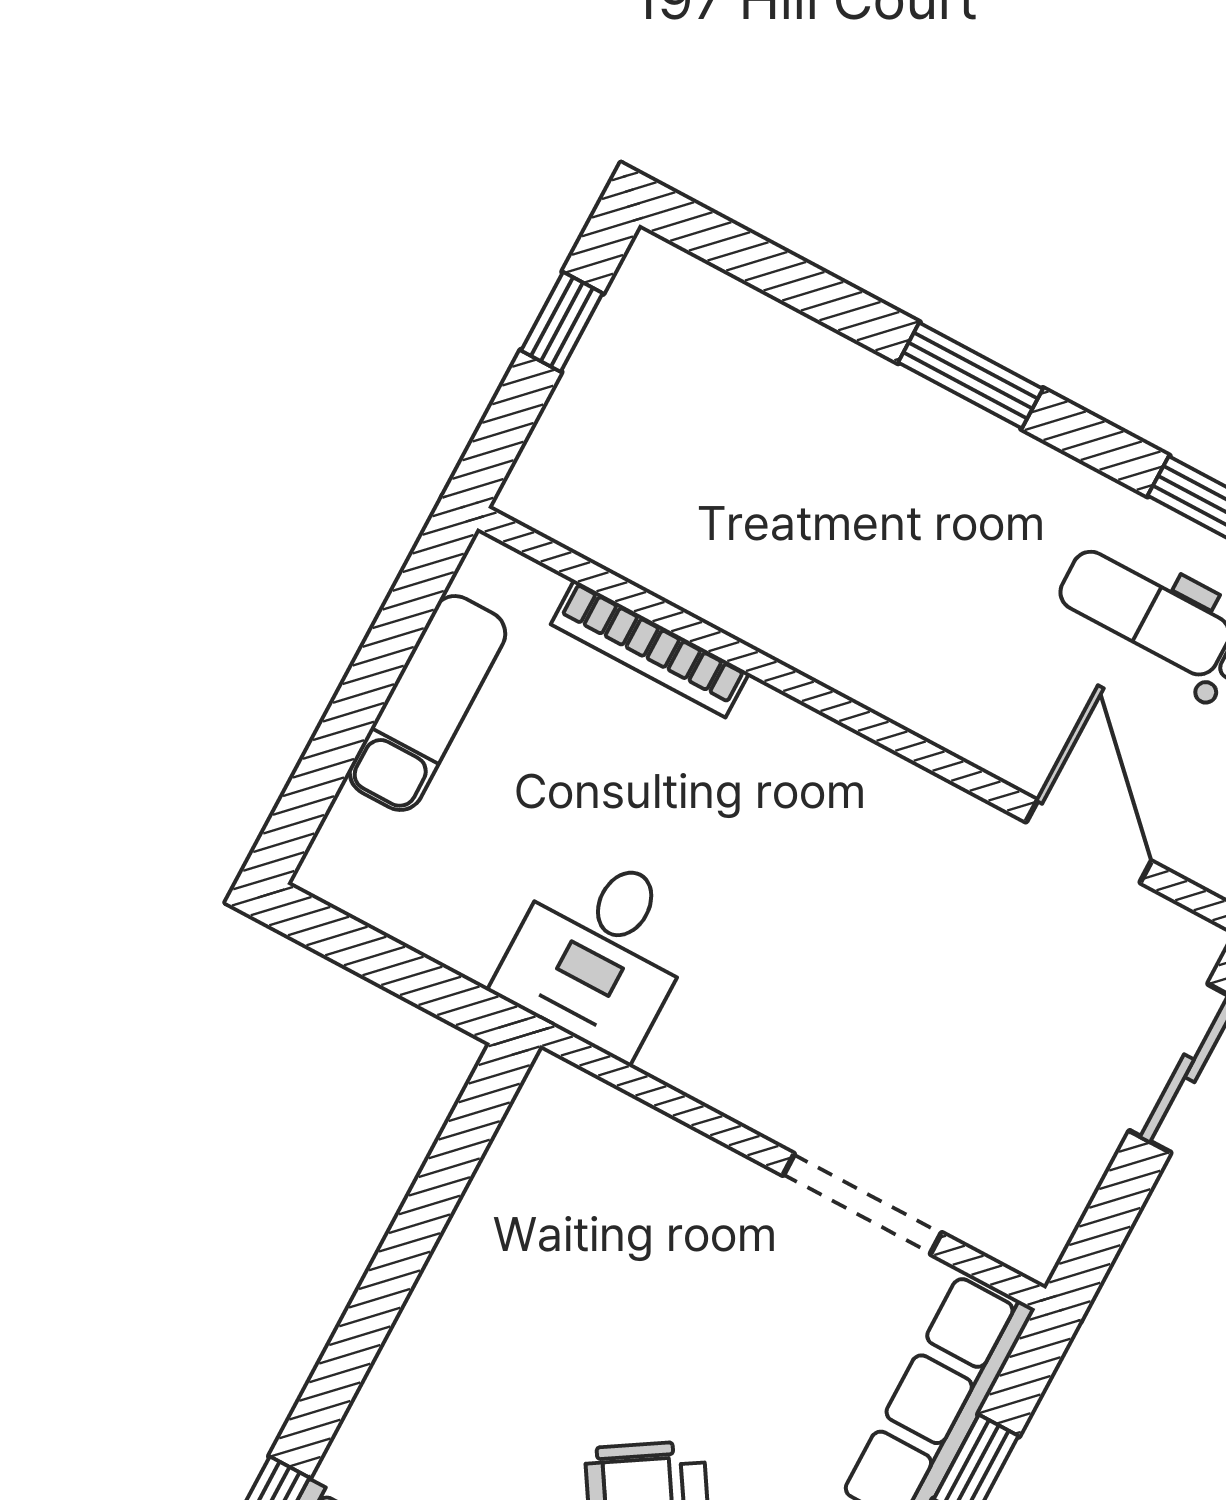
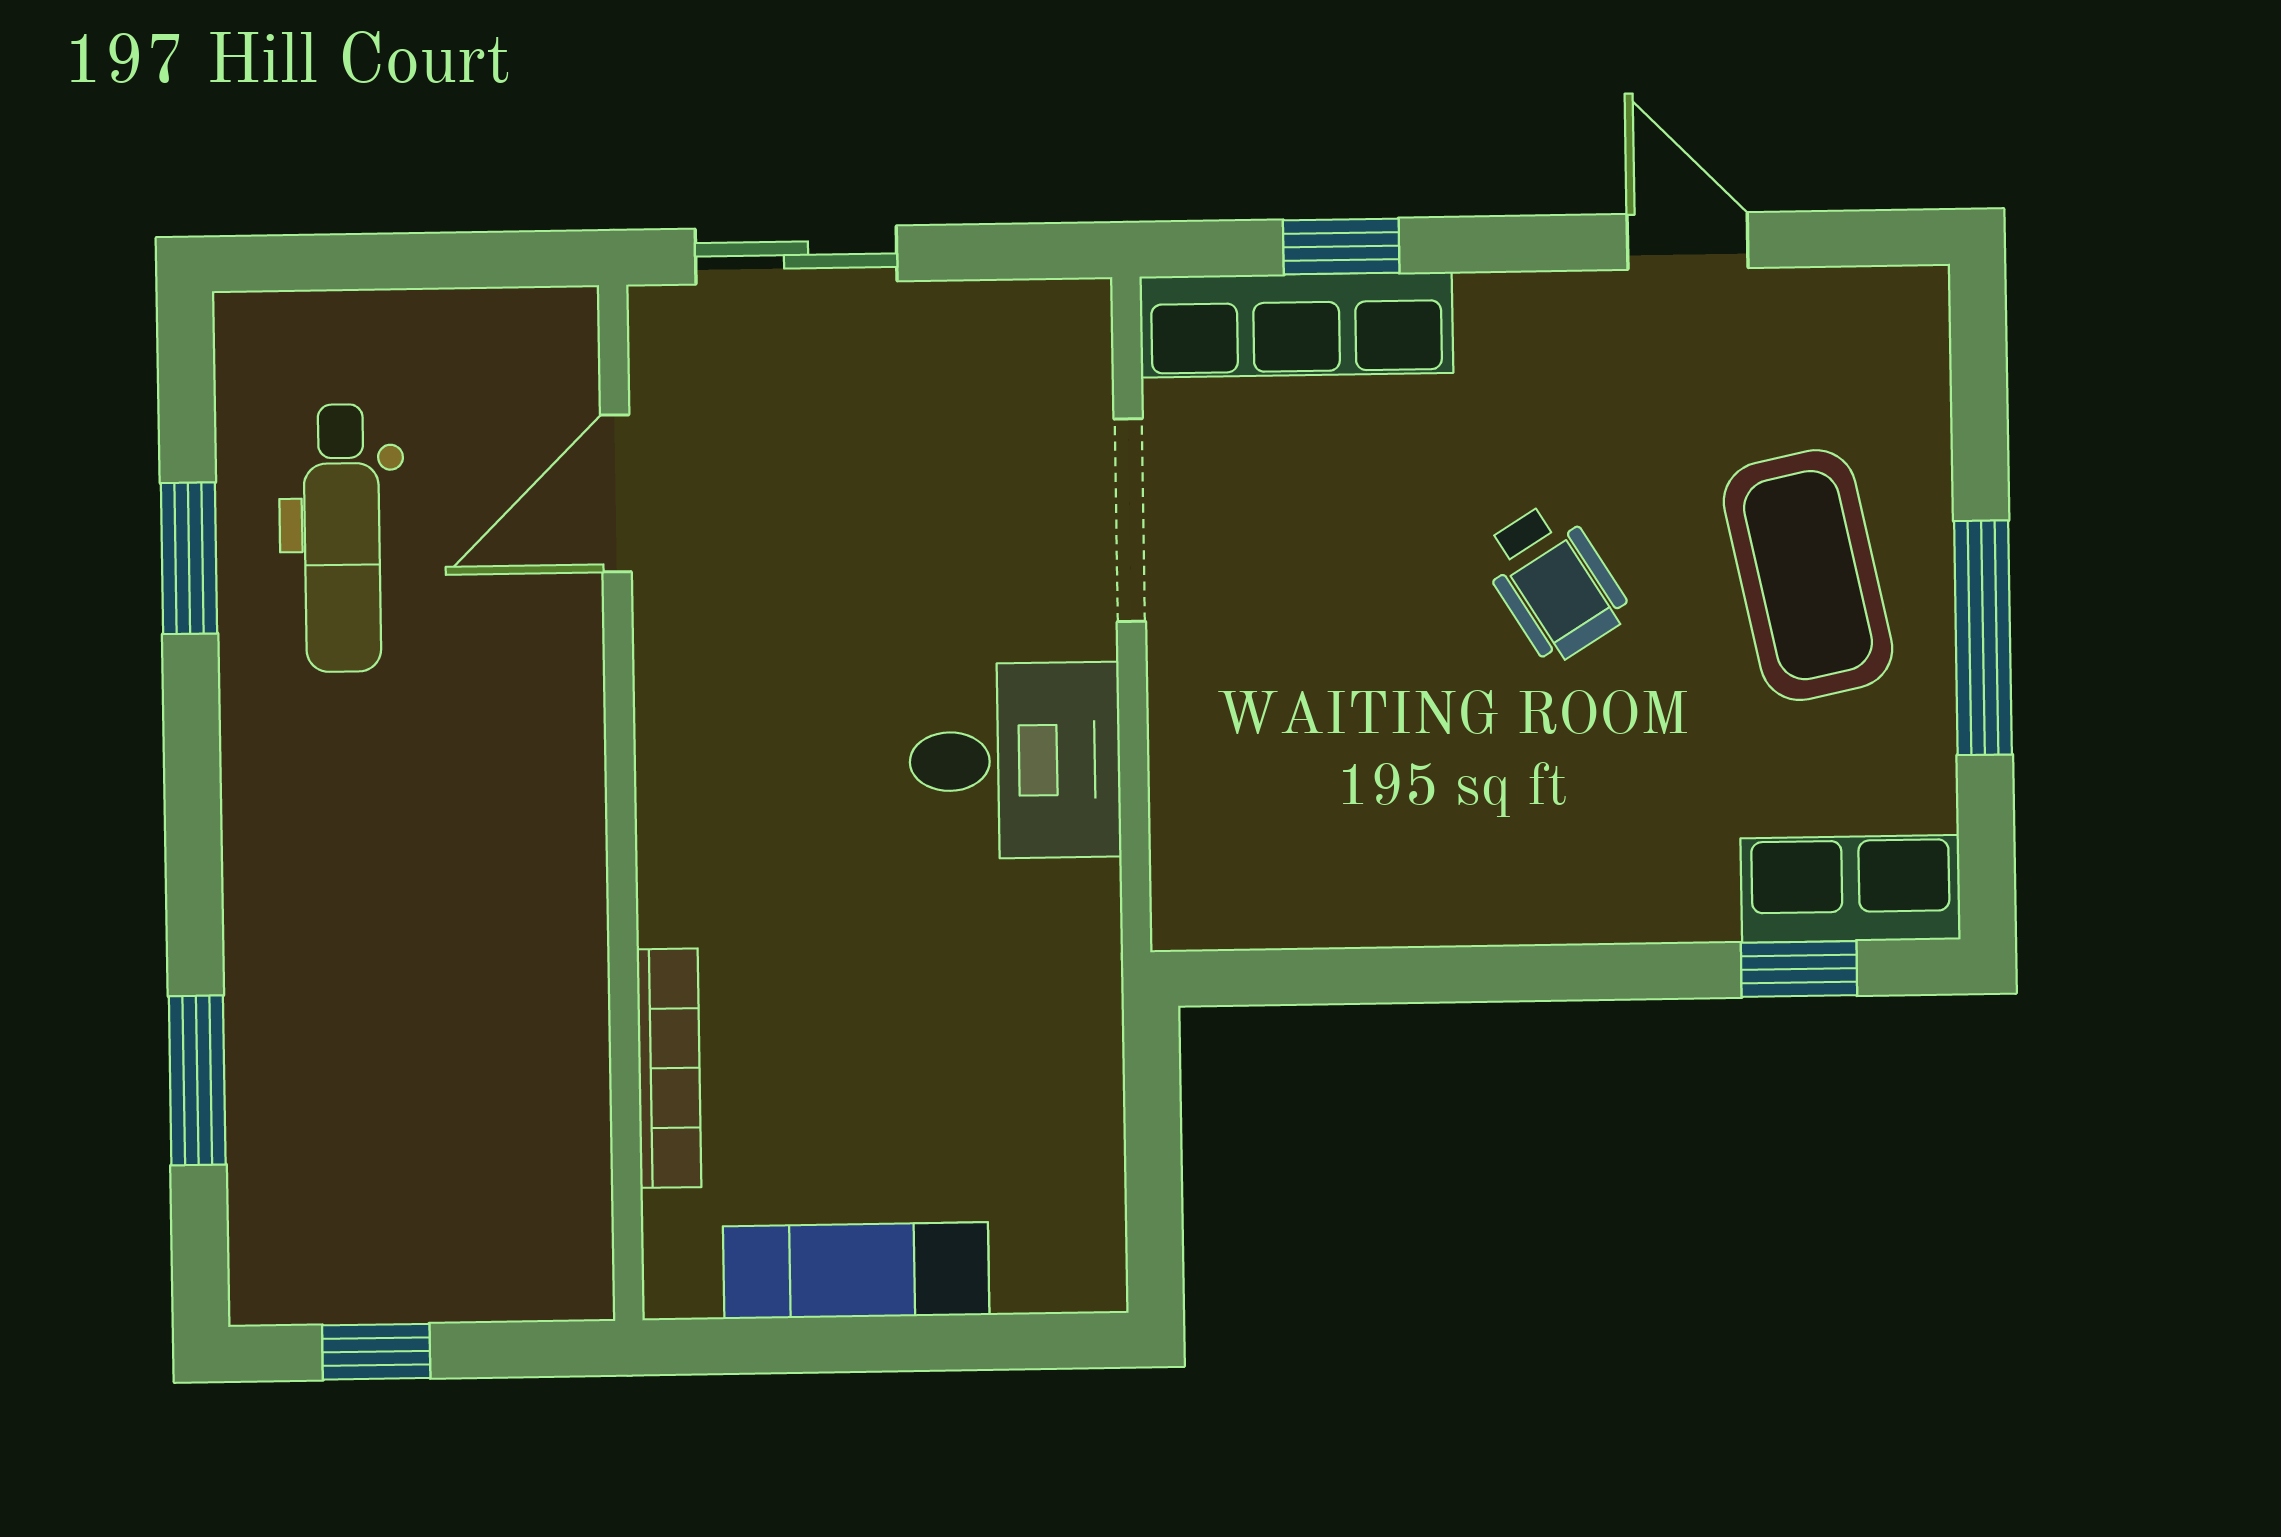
window: (971, 376) -> (197, 1080), moved
desk: (599, 952) -> (1015, 761), moved

